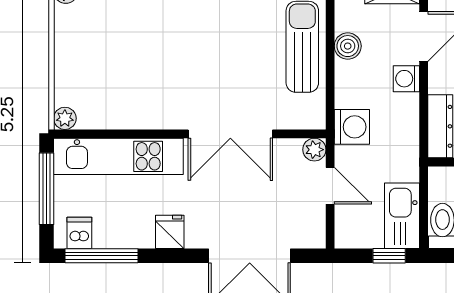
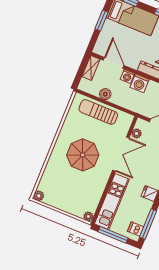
parasol: (194, 51) -> (83, 155), added
washing machine: (352, 127) -> (140, 83), moved, turned 180
plant: (314, 150) -> (137, 133), moved

